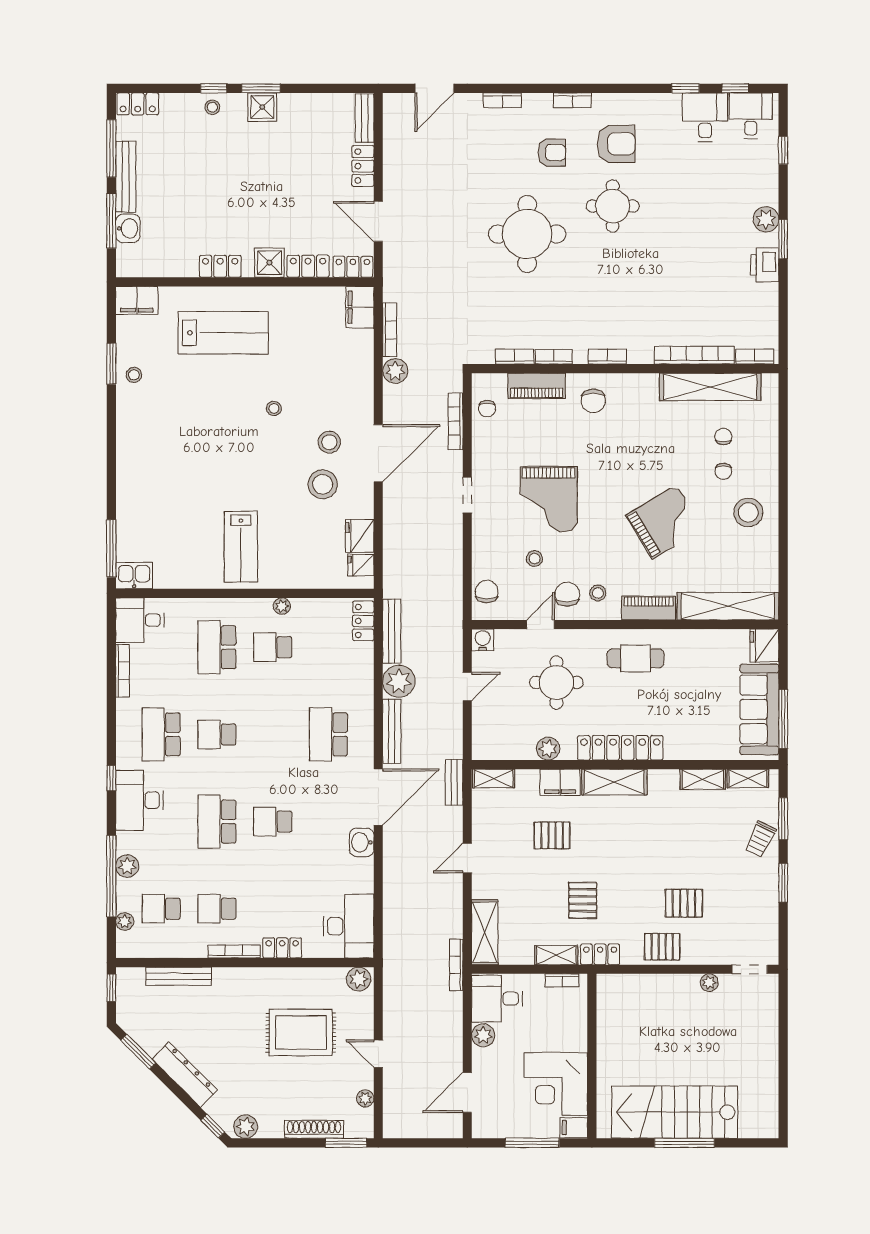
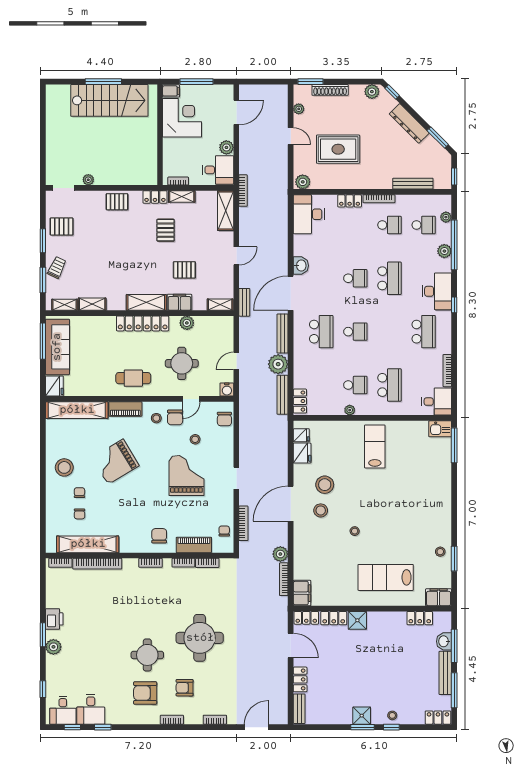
locker: (220, 266) -> (420, 618), moved
school desk: (217, 734) -> (355, 332), moved
pallet: (684, 903) -> (62, 226), moved

